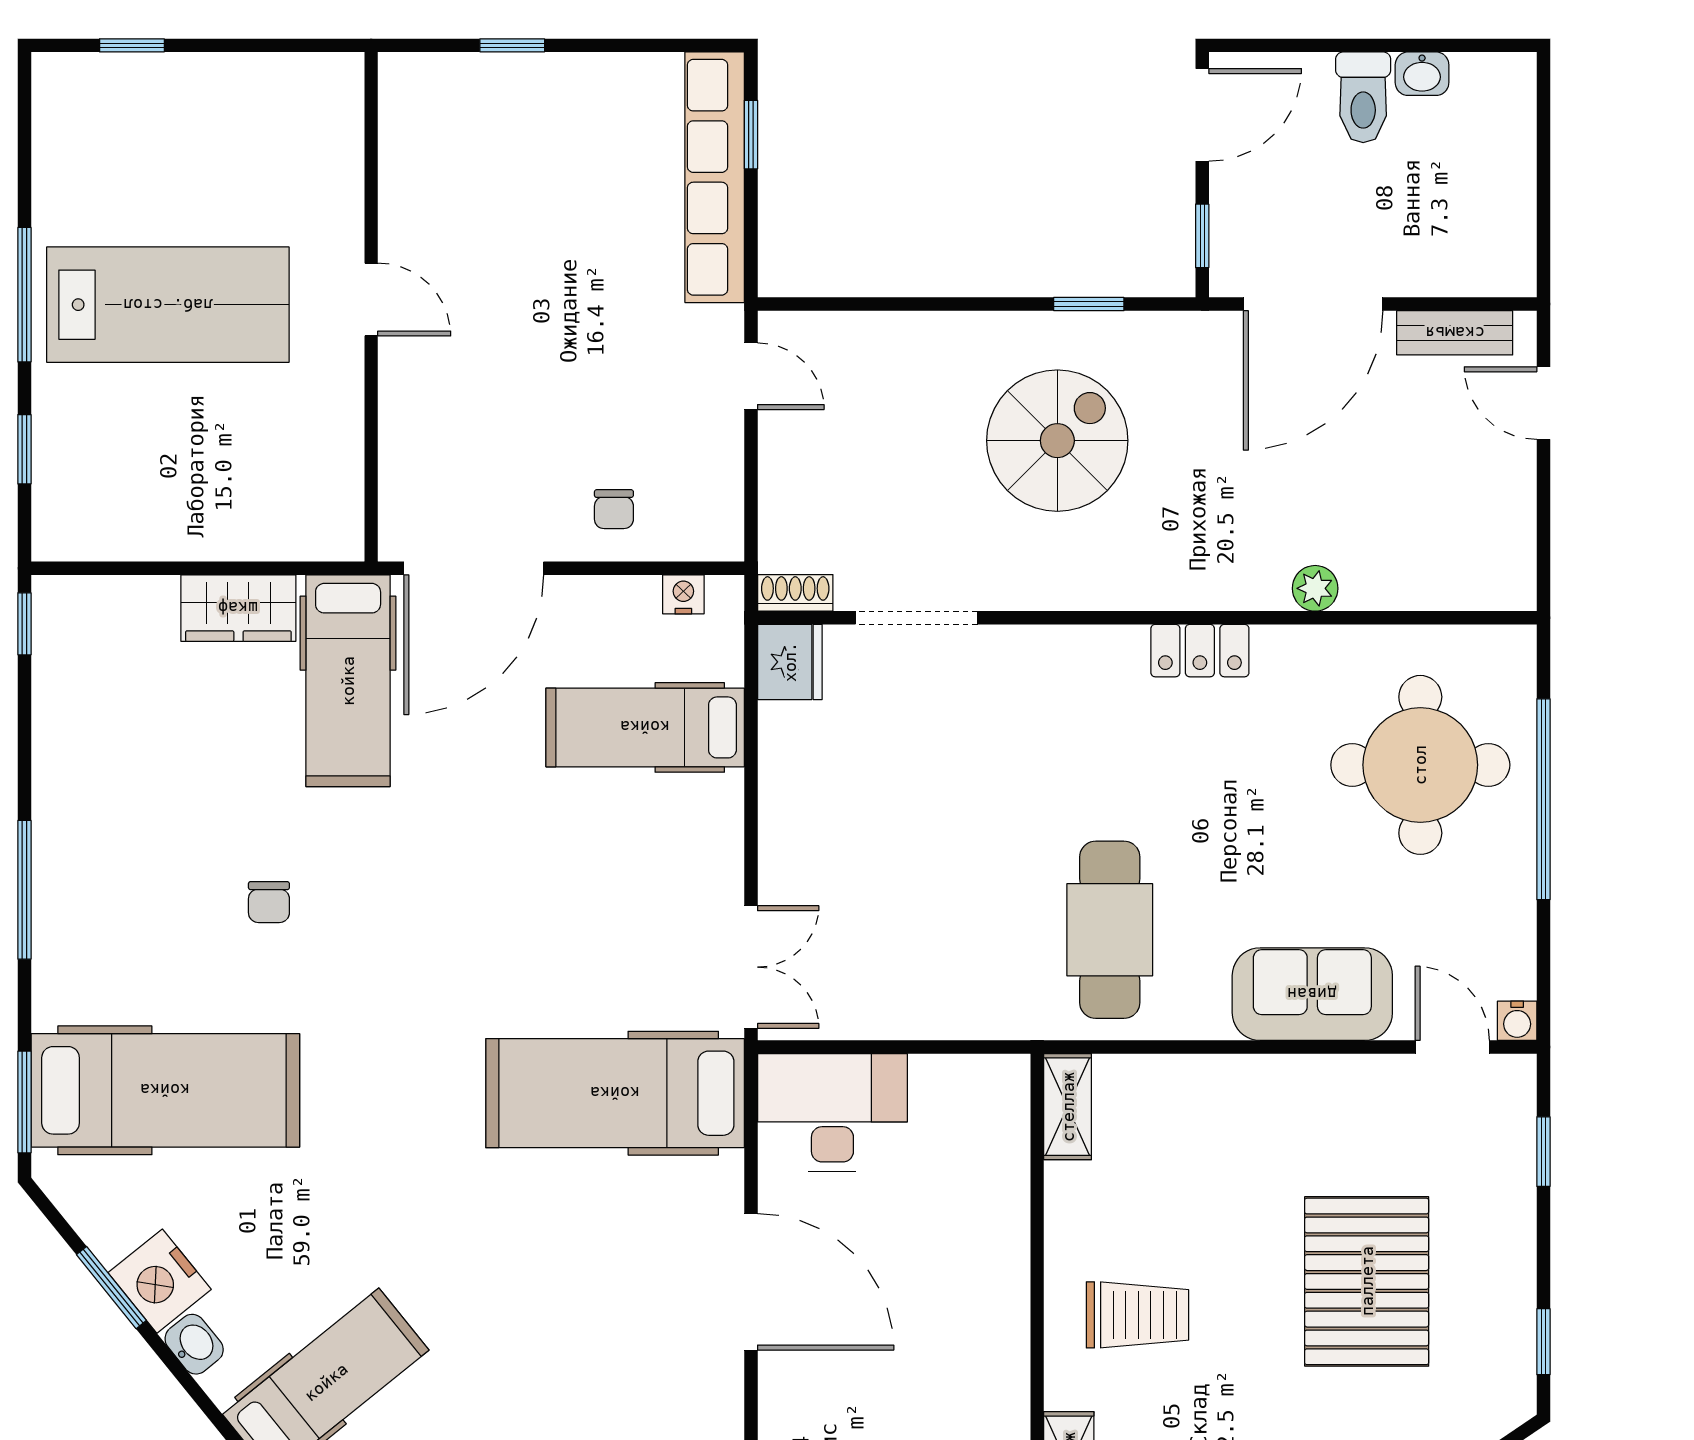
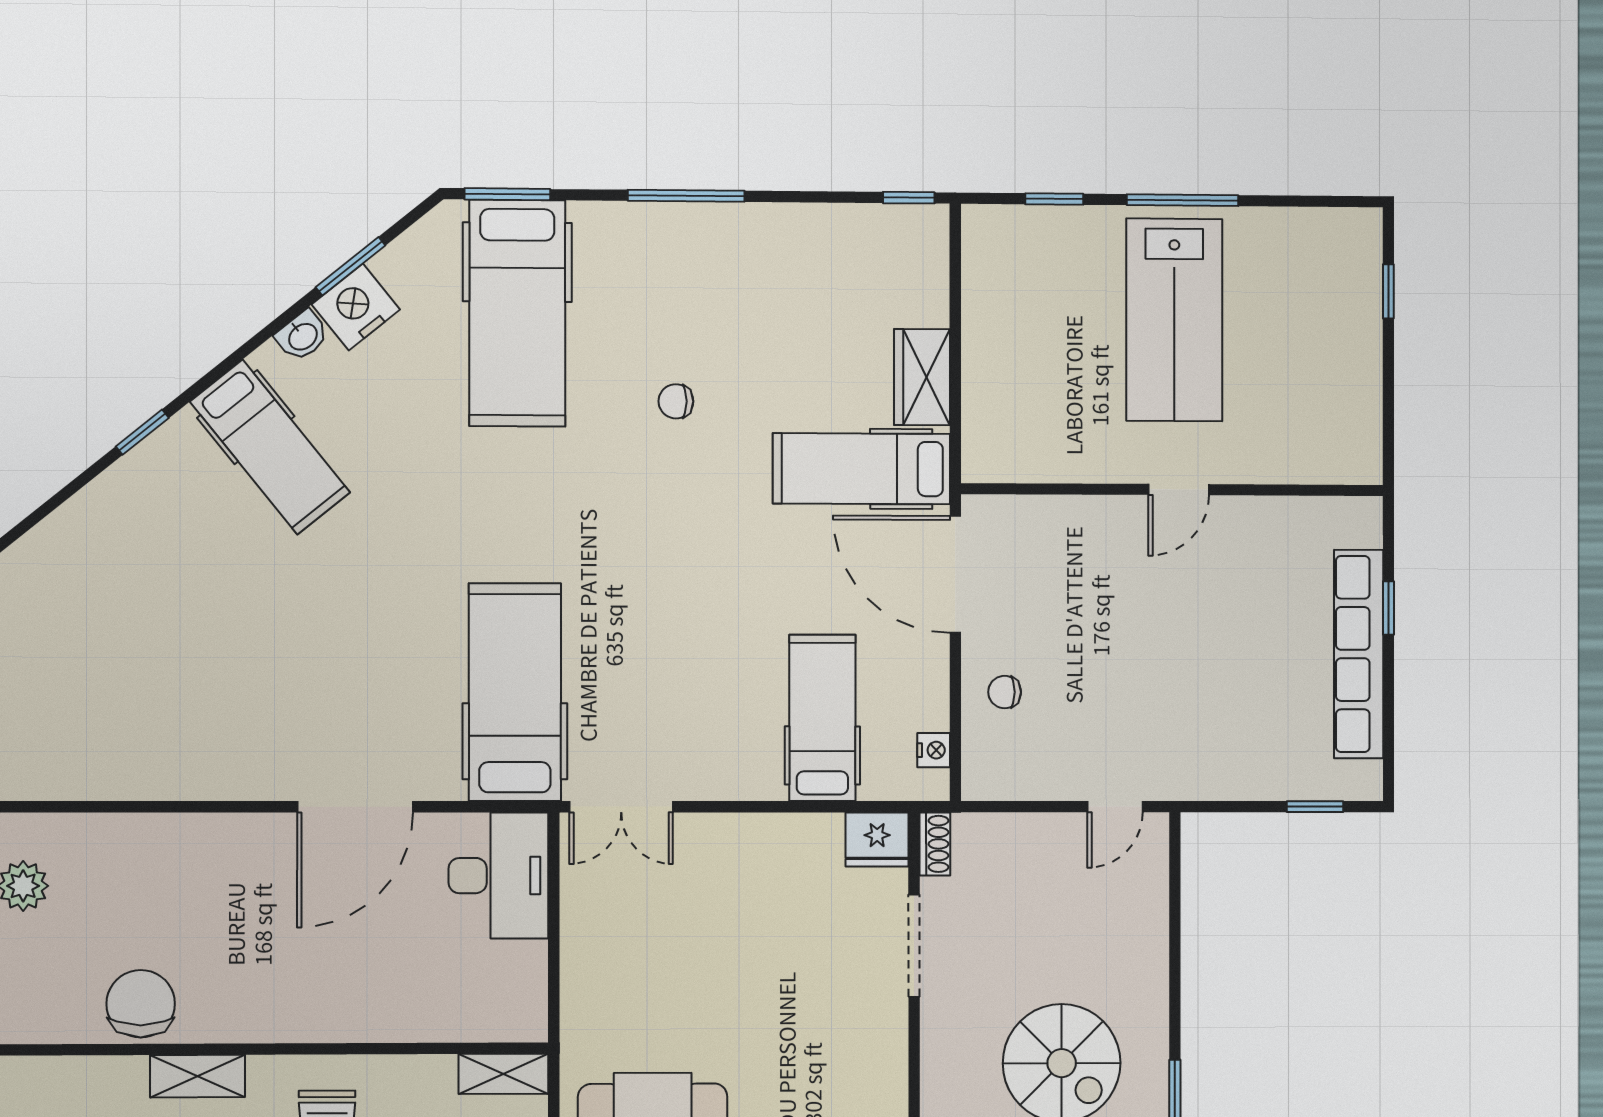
row of seats: (715, 177) -> (1359, 654), moved, turned -90

